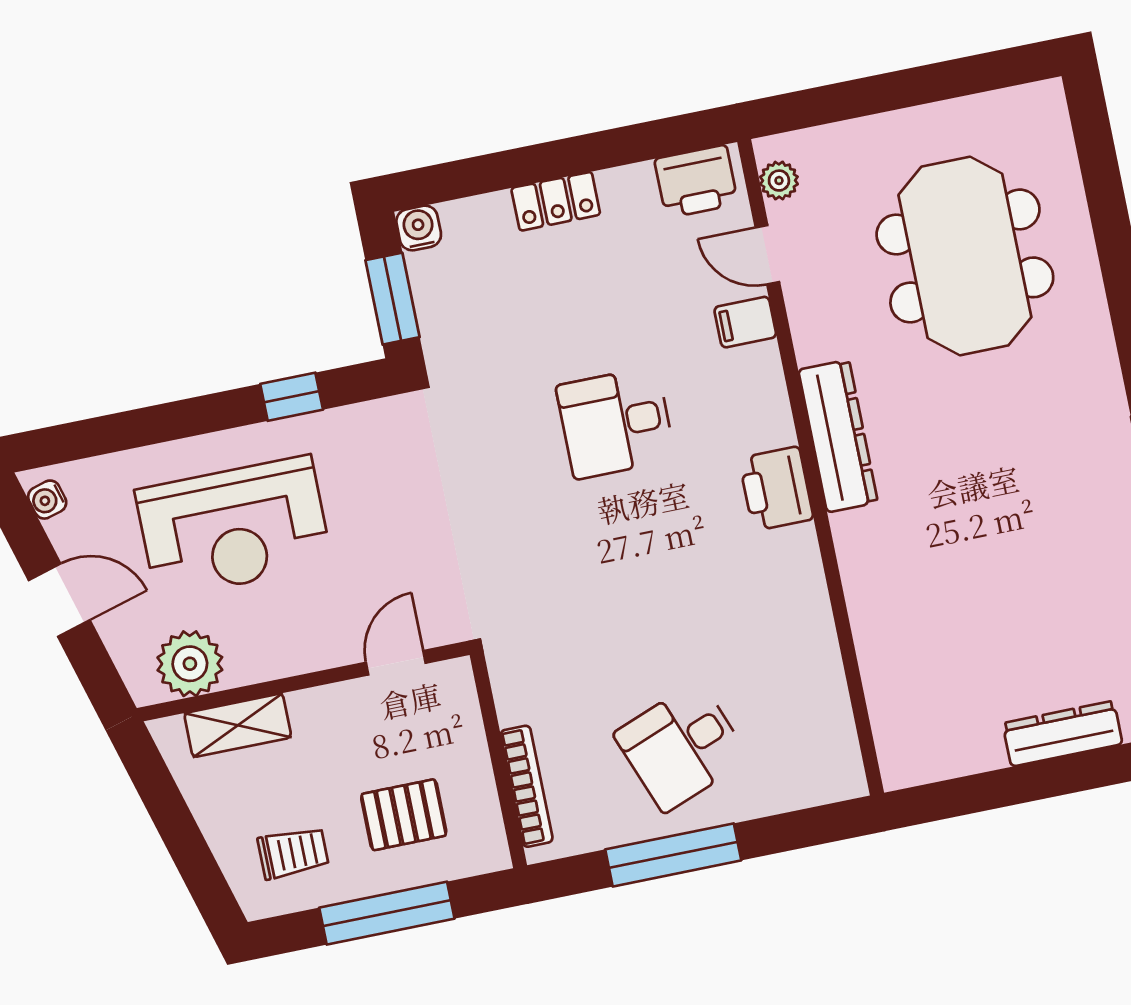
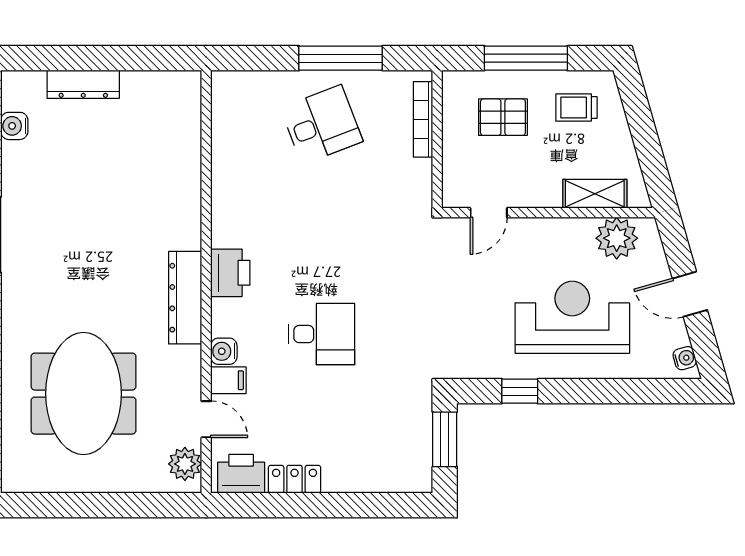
plant: (779, 181) -> (185, 464), width x1.38, depth x1.38
locker: (556, 201) -> (295, 479), moved
water cooler: (419, 228) -> (224, 351), moved, turned 90

